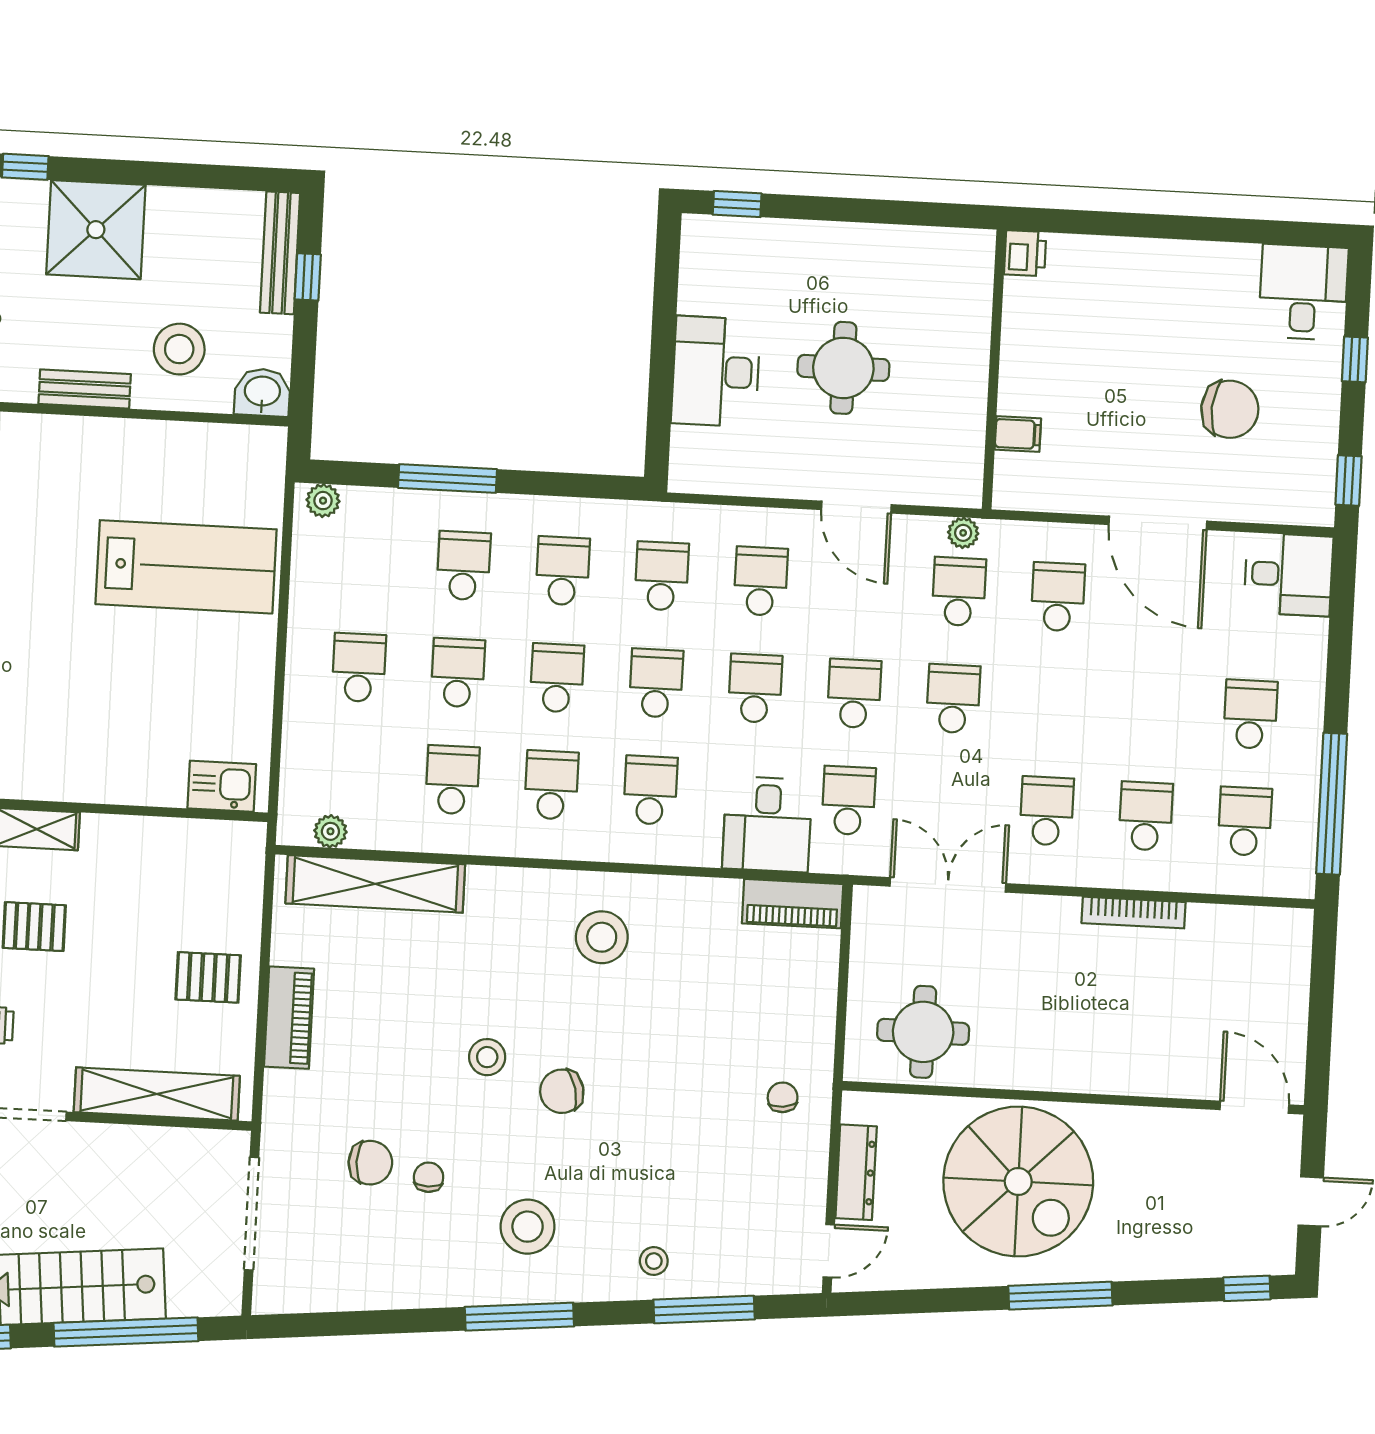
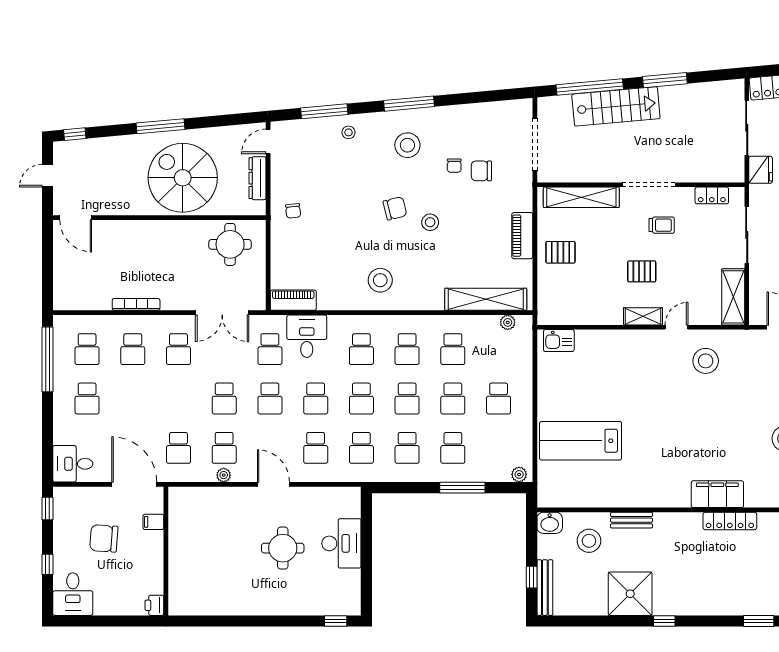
printer: (1025, 253) -> (154, 605), moved
wall: (994, 369) -> (166, 551), moved
filing cabinet: (1018, 434) -> (153, 522), moved

